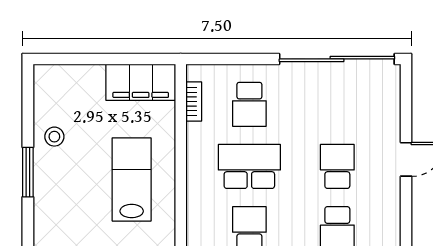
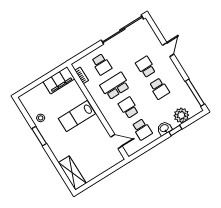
lab bench: (132, 179) -> (77, 116), turned -90

